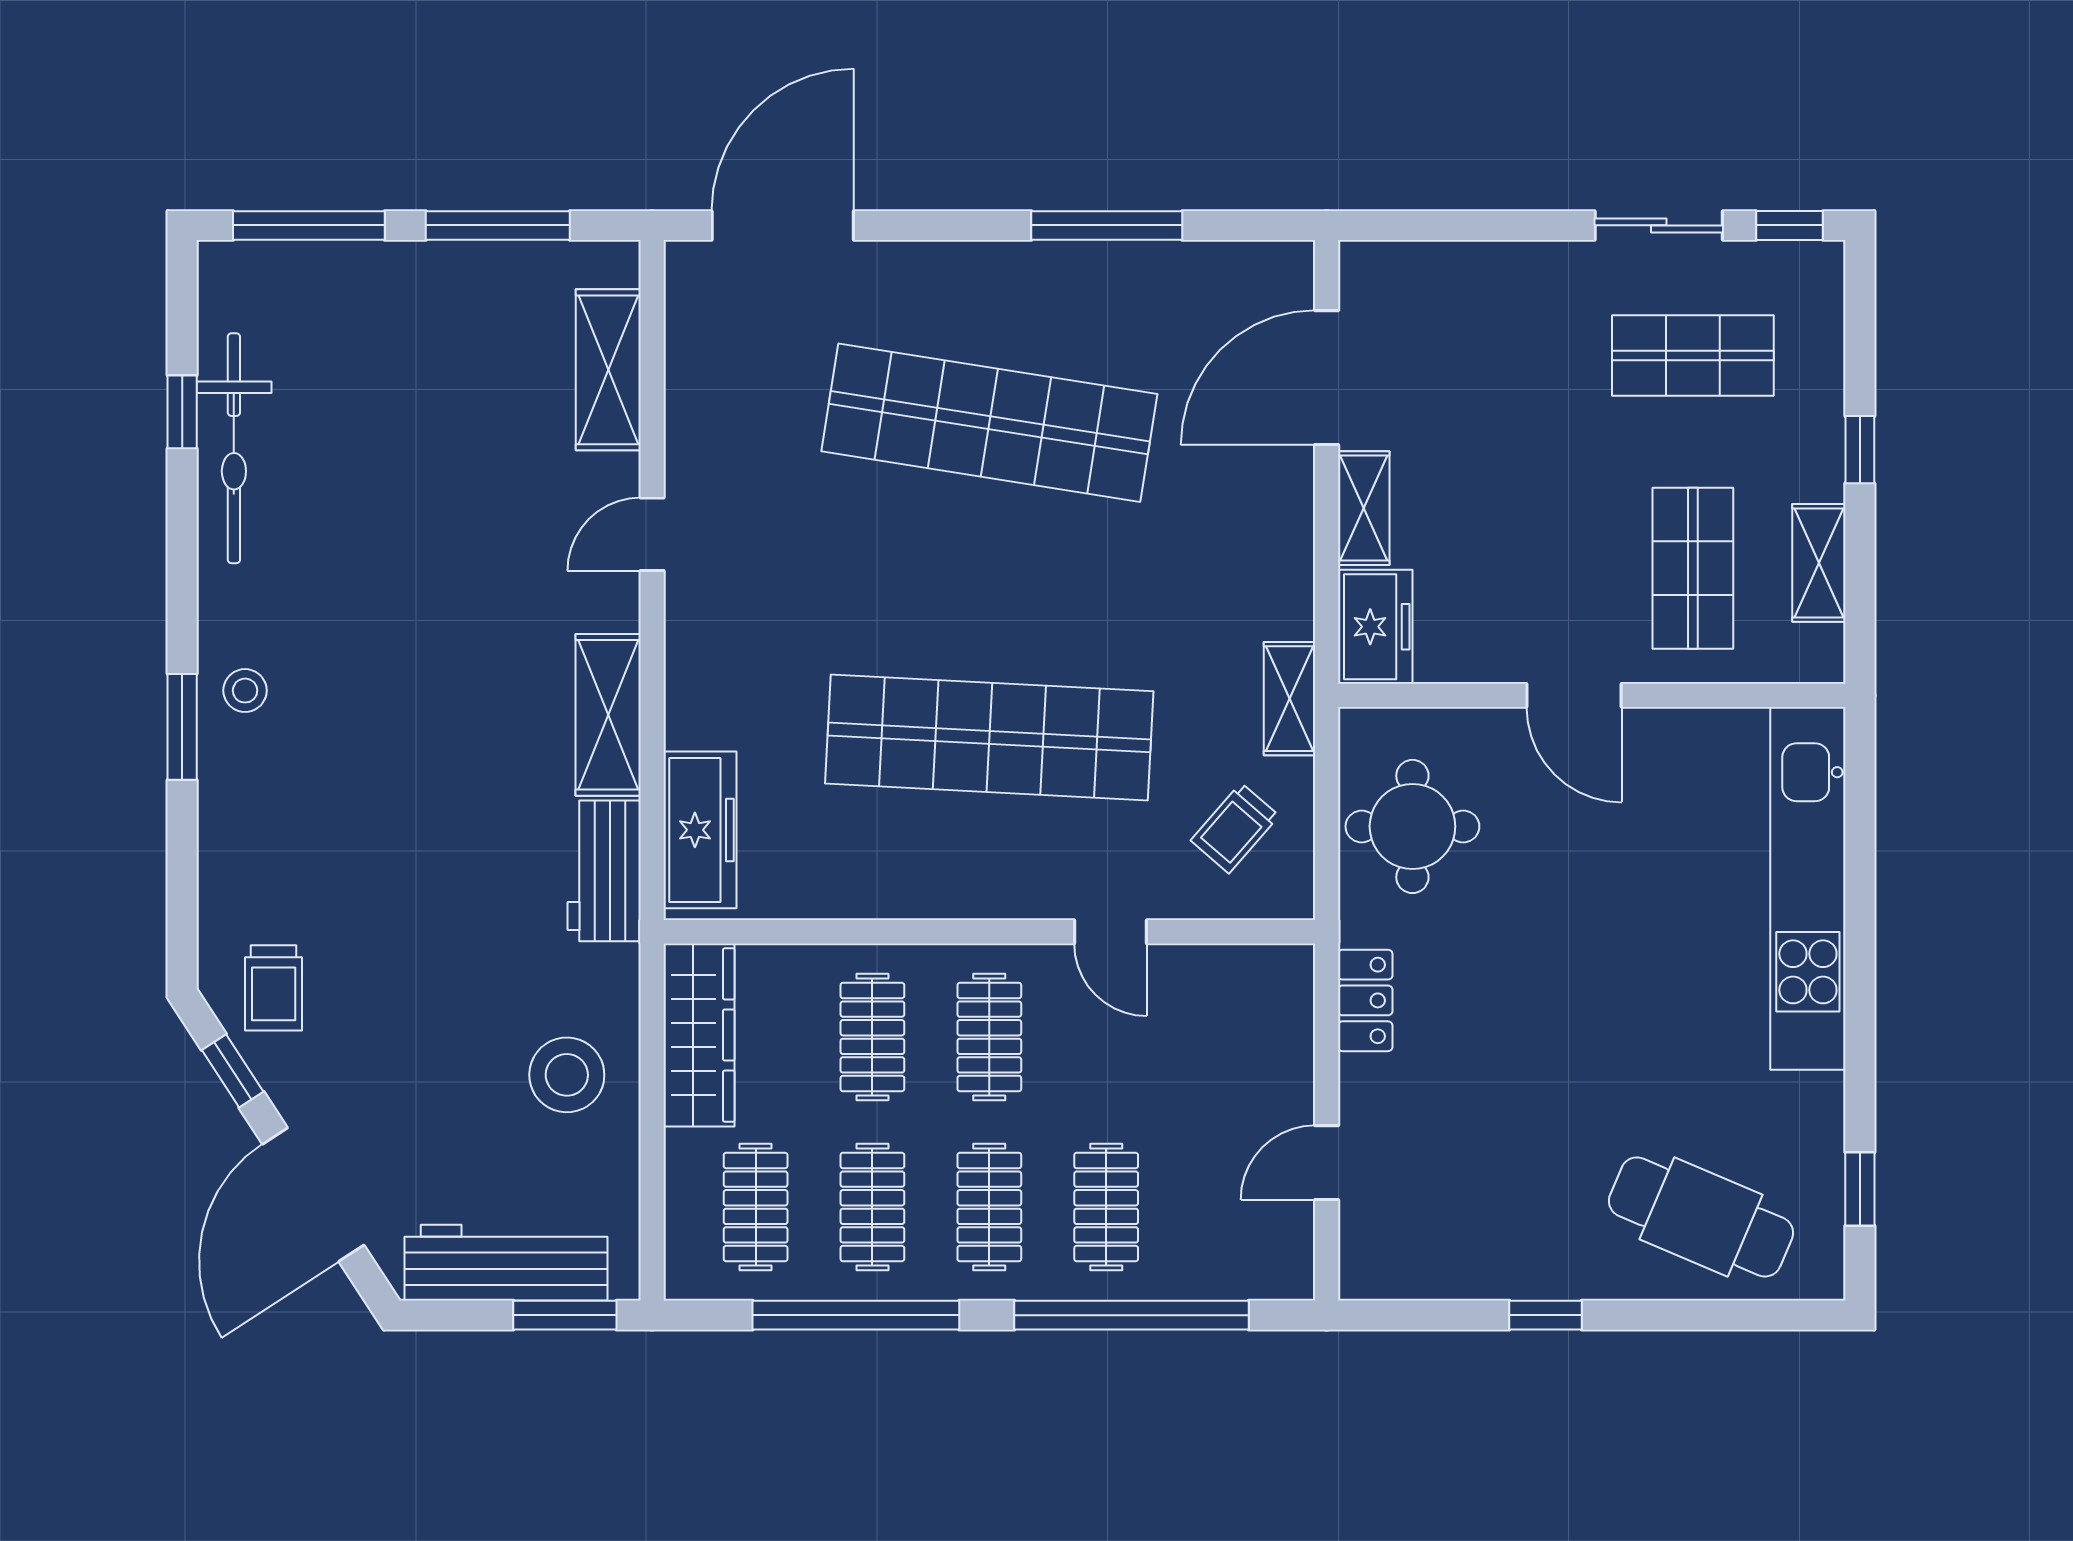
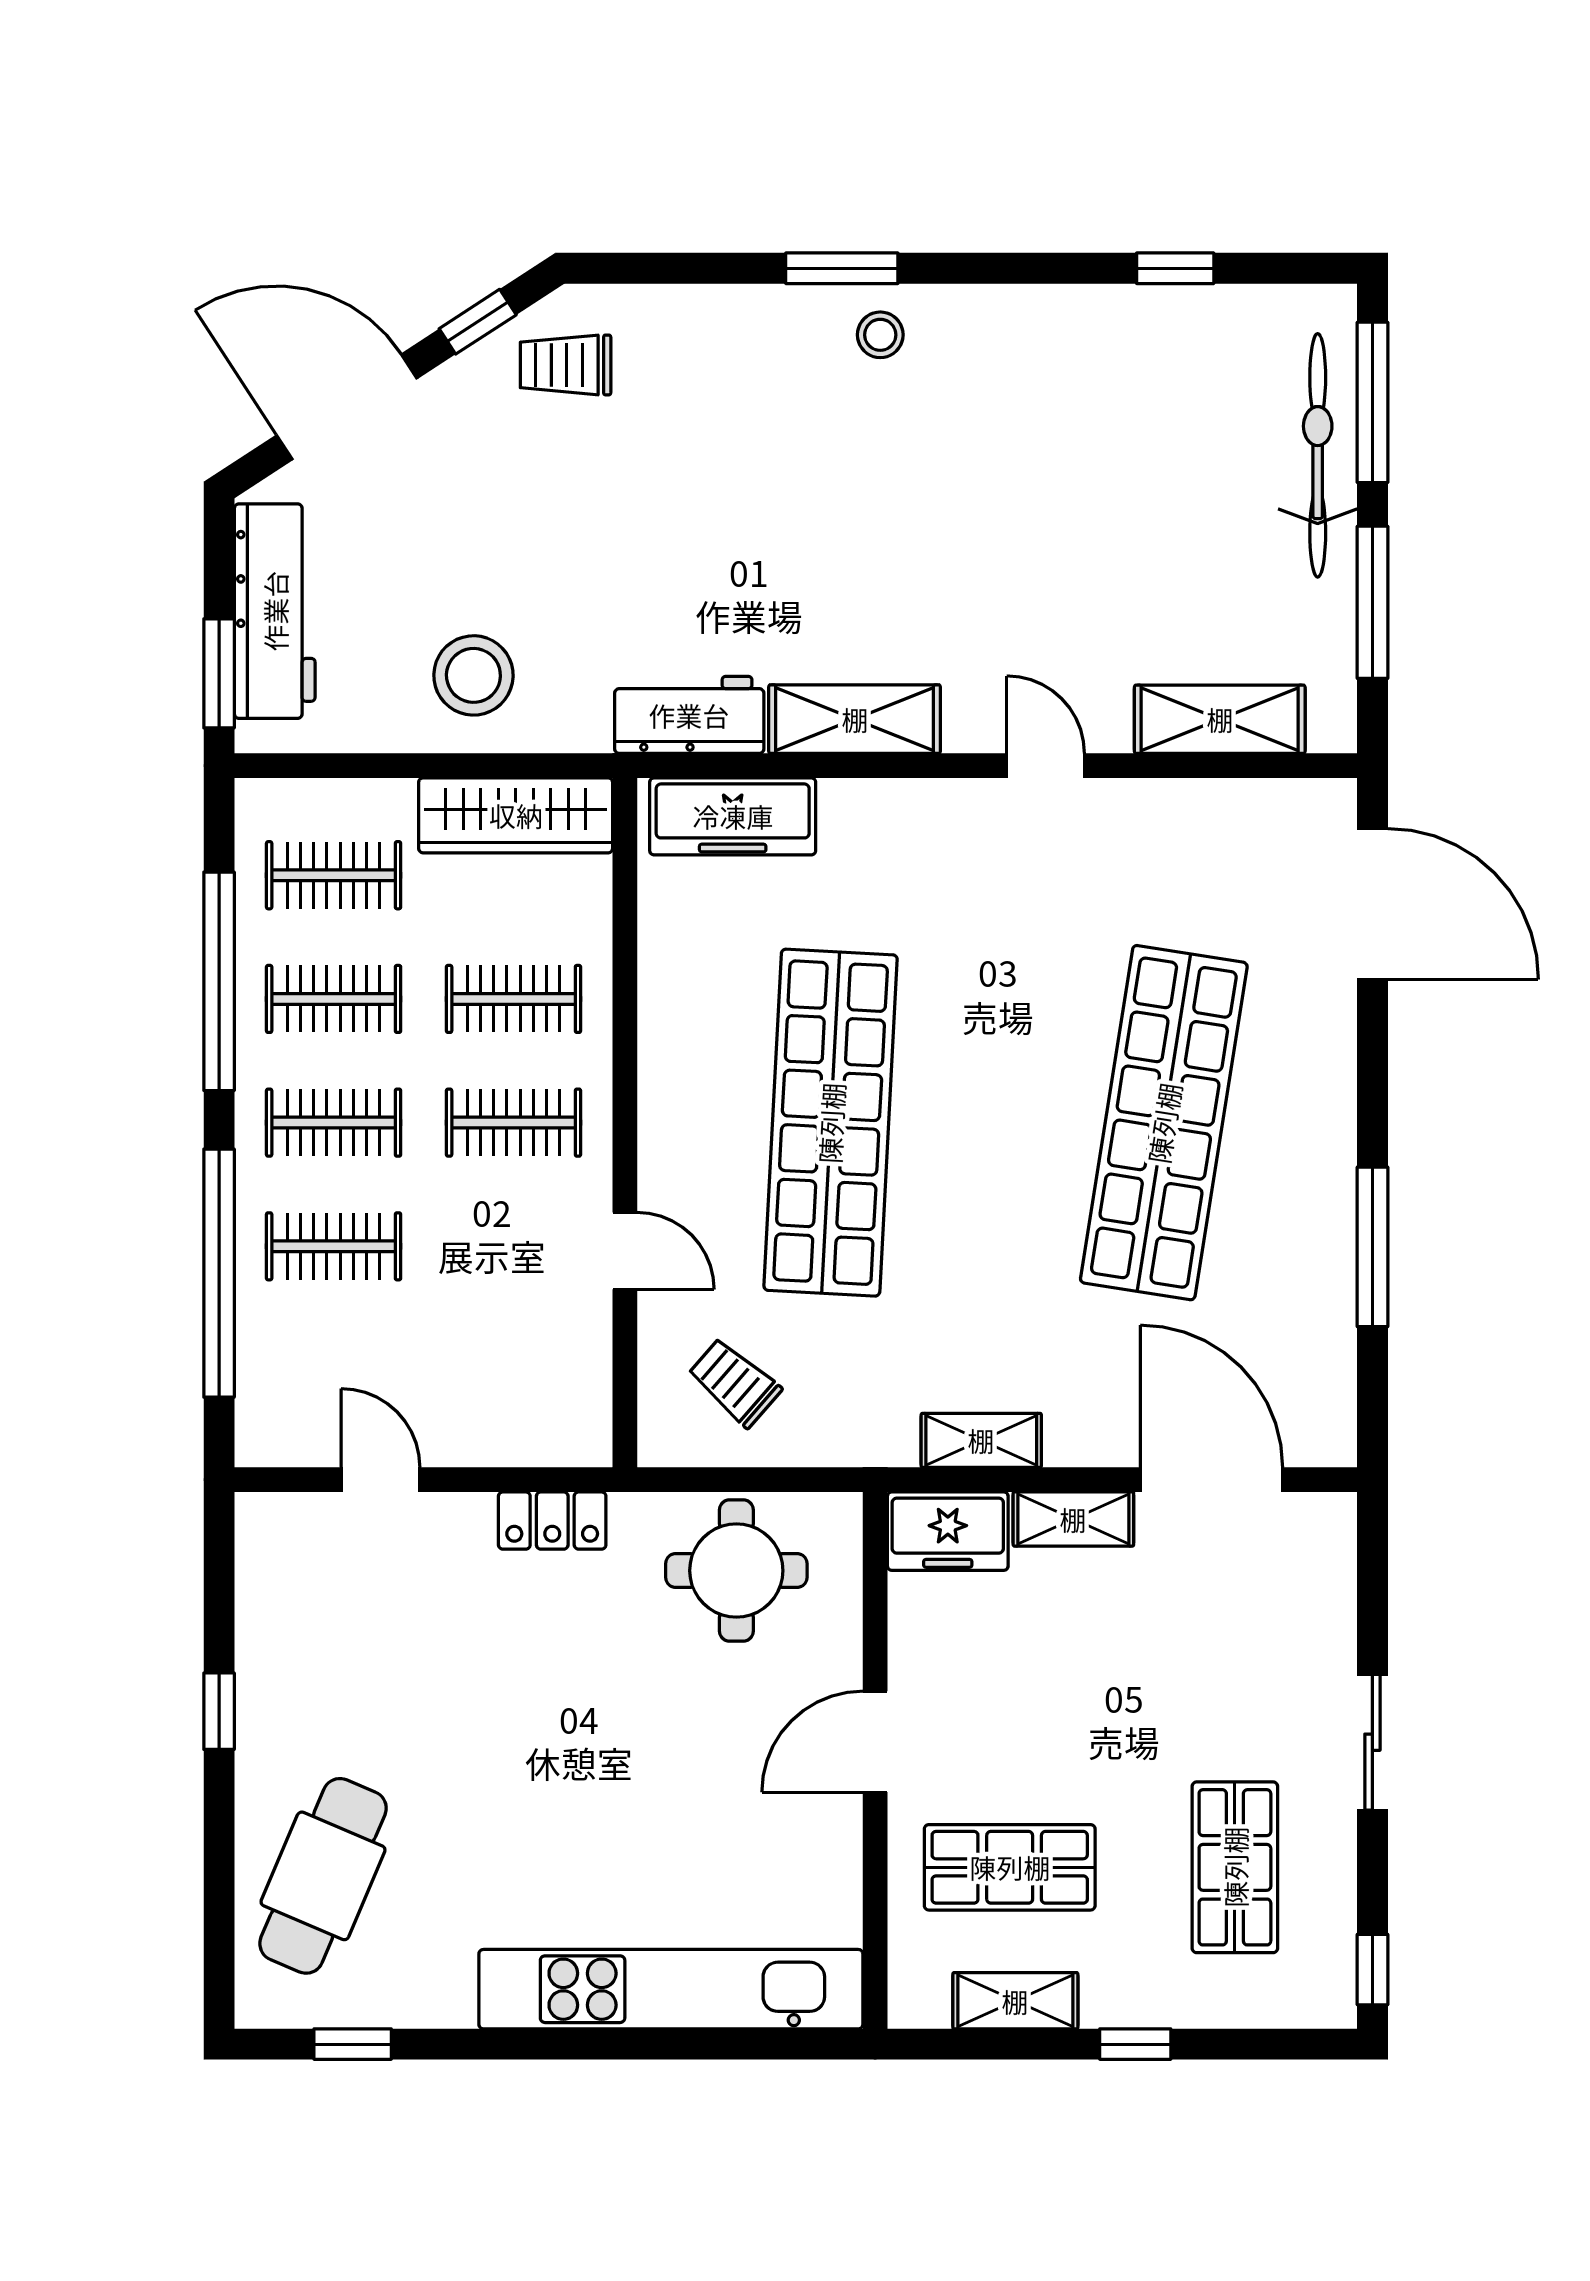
sliding door: (1659, 225) -> (1372, 1742), moved
bicycle: (234, 448) -> (1318, 455), moved, turned 90
shelving: (1290, 699) -> (981, 1440), moved
door: (1110, 932) -> (625, 1251), swing flipped

